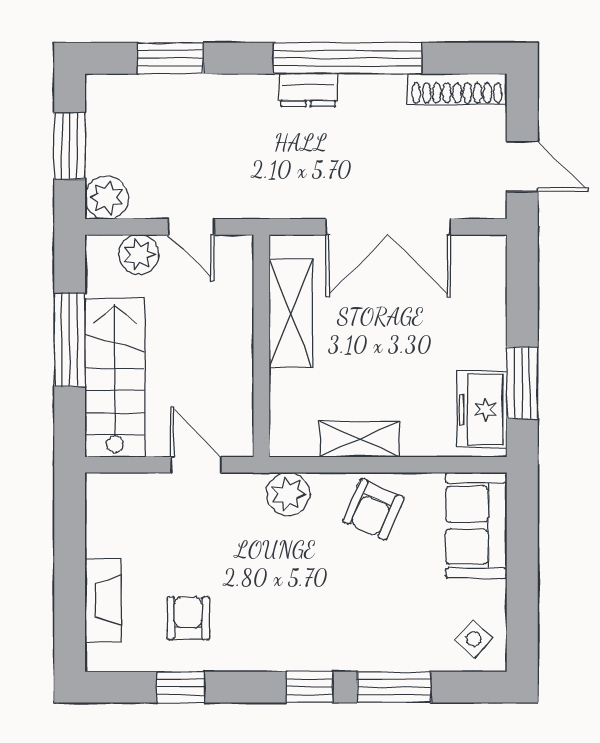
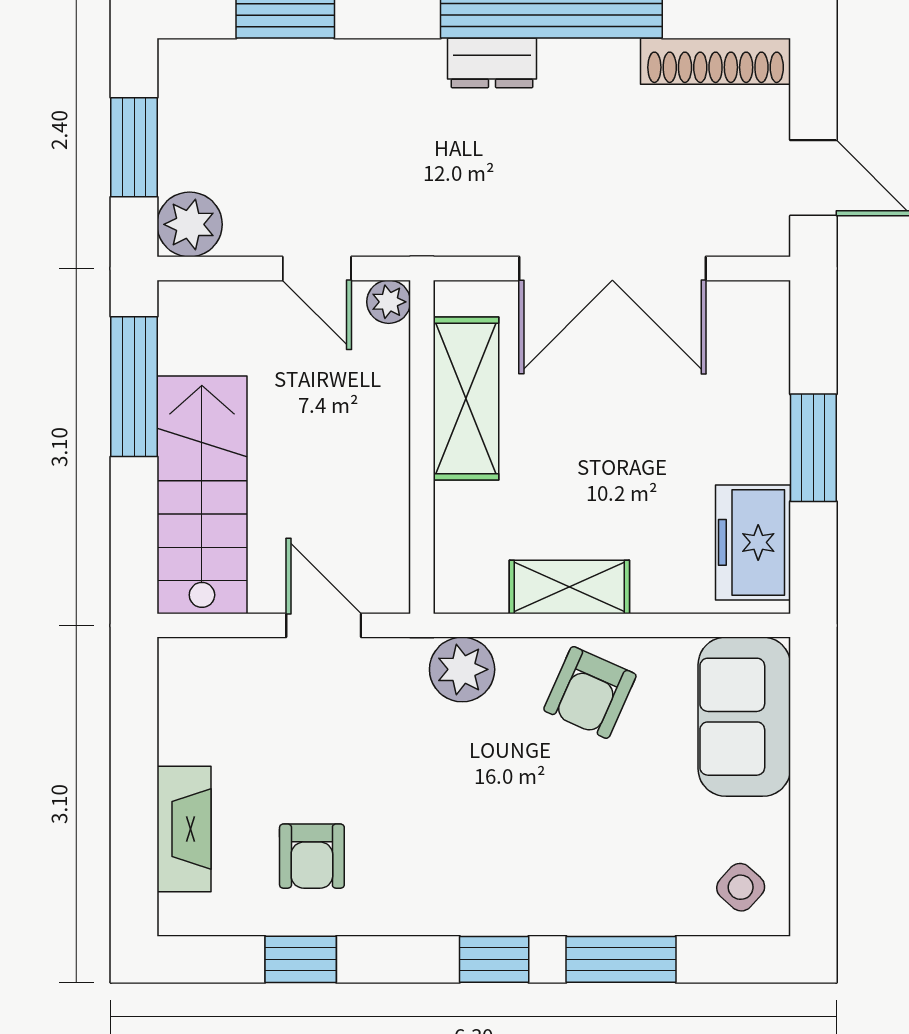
plant: (139, 255) -> (389, 302), moved, width x0.73, depth x0.73
window: (70, 340) -> (134, 387), moved
window: (522, 383) -> (813, 448), moved
armchair: (188, 618) -> (312, 856), turned 180

